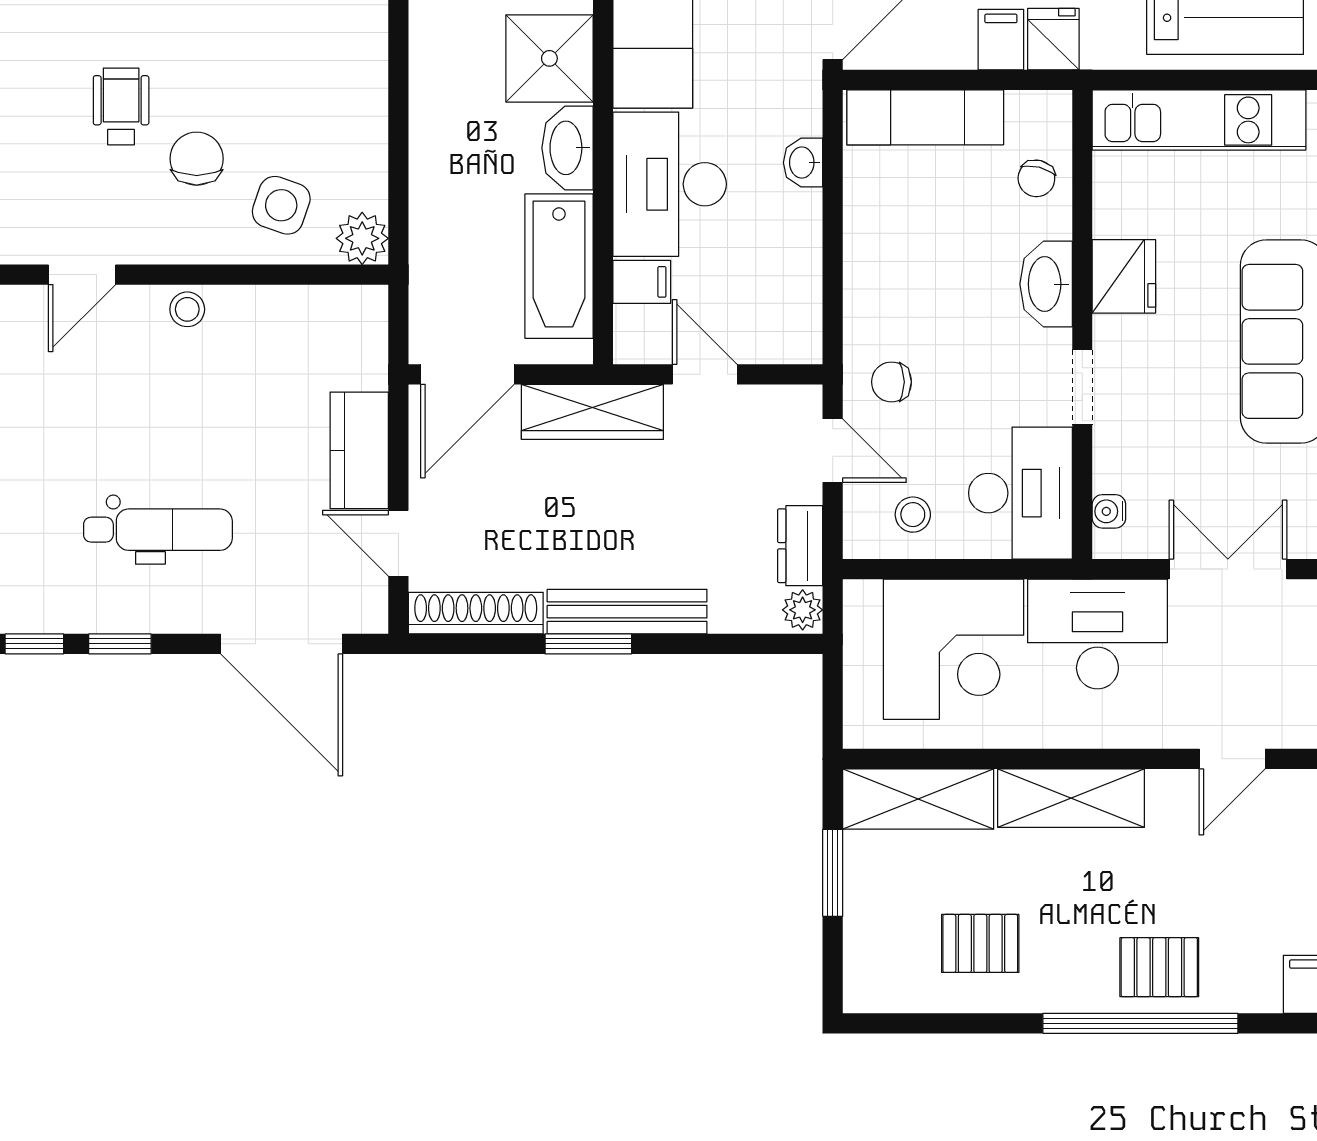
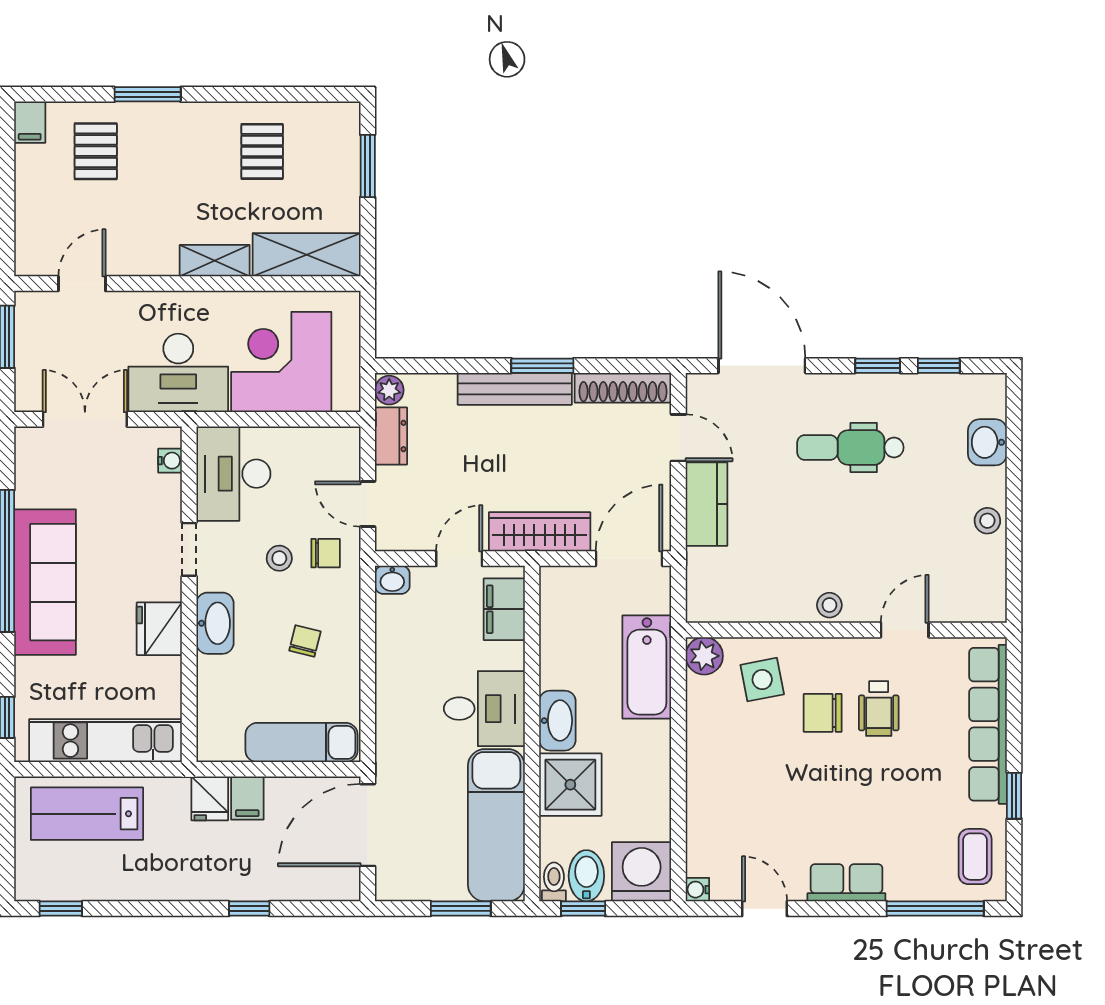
wheelchair: (121, 106) -> (879, 708), moved
chair: (197, 159) -> (823, 713), turned 90
washbasin: (803, 163) -> (392, 580), moved, turned 90
chair: (1036, 178) -> (305, 641), moved
desk: (670, 184) -> (484, 709), width x0.73
side table: (281, 205) -> (762, 680), turned -30
bathtub: (559, 266) -> (647, 667), moved, turned 180
filing cabinet: (642, 282) -> (504, 609), width x2.00
door: (705, 374) -> (459, 559), swing flipped
stool: (913, 515) -> (279, 558), moved
double door: (1228, 569) -> (85, 419), swing flipped
shelving: (1071, 798) -> (215, 261), width x0.67, depth x0.75
window: (833, 873) -> (368, 166), moved
pallet: (980, 943) -> (262, 151), turned 90
pallet: (1159, 967) -> (96, 151), moved, turned 90
window: (1140, 1023) -> (148, 94), width x0.47

